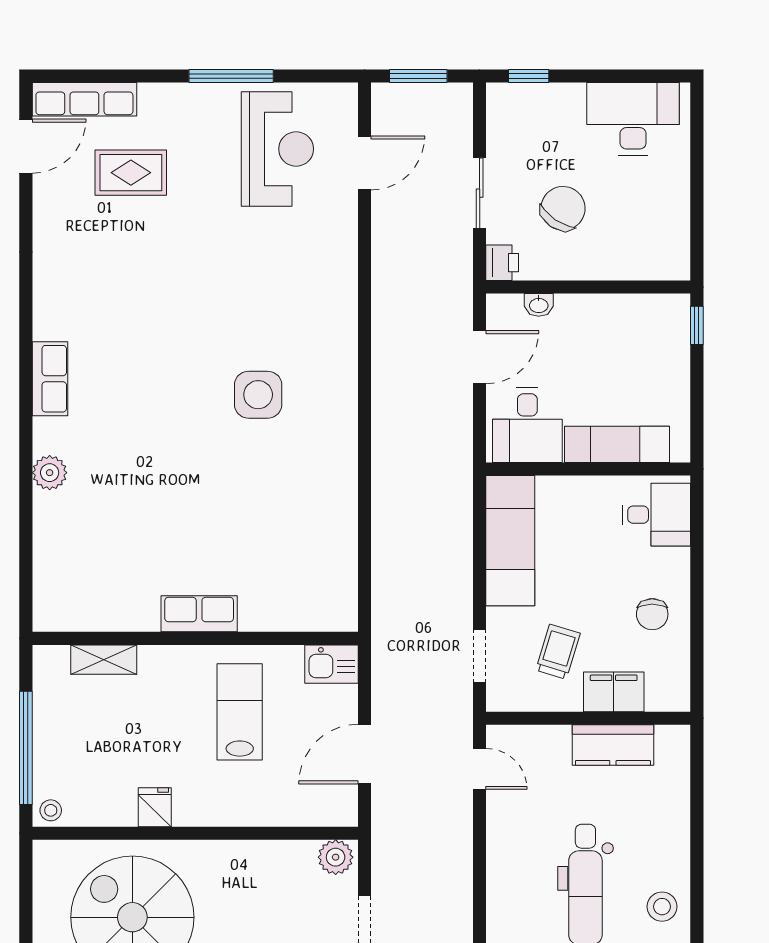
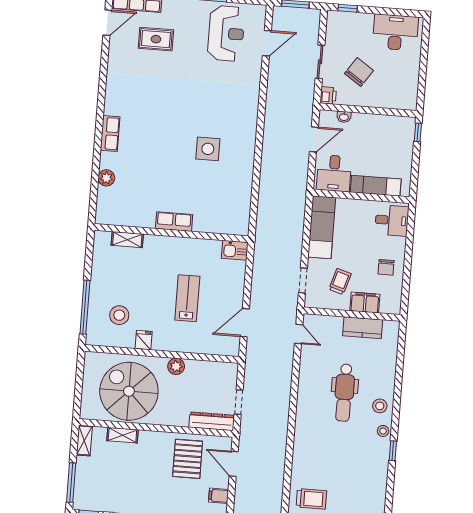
row of seats: (199, 614) -> (174, 222), moved
wall: (195, 638) -> (171, 233), moved
shelving: (104, 660) -> (127, 240), moved
kitchen sink: (332, 664) -> (235, 250), moved
stool: (51, 810) -> (119, 315), moved, width x1.89, depth x1.89
plant: (336, 857) -> (176, 366), moved

